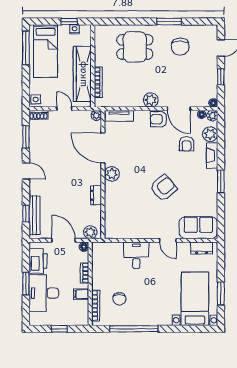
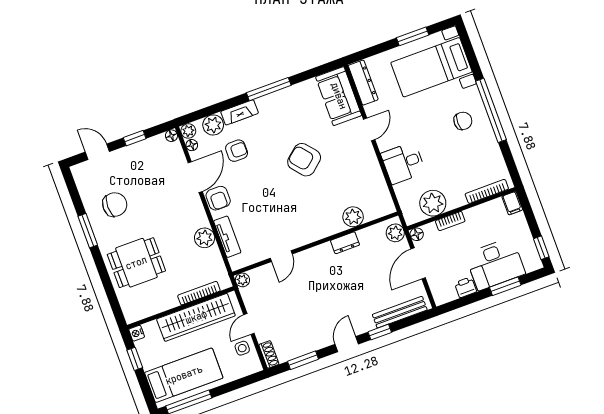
nightstand: (75, 29) -> (137, 333), moved
dining table: (135, 47) -> (136, 263), turned 90
side table: (36, 99) -> (242, 348), moved
plant: (151, 100) -> (205, 238), moved
tv unit: (119, 116) -> (227, 237), moved
door: (103, 148) -> (281, 256), width x0.53
plant: (112, 174) -> (353, 217), moved
window: (221, 181) -> (269, 89), width x1.44
window: (26, 213) -> (380, 332), moved
dresser: (202, 248) -> (363, 83), width x1.44
printer: (38, 261) -> (465, 287), width x0.53, depth x0.68
plant: (101, 265) -> (433, 203), added
window: (26, 284) -> (505, 286), moved
filing cabinet: (81, 294) -> (512, 203), moved
chair: (119, 299) -> (463, 121), moved
window: (59, 329) -> (541, 248), moved
window: (134, 329) -> (491, 110), moved

